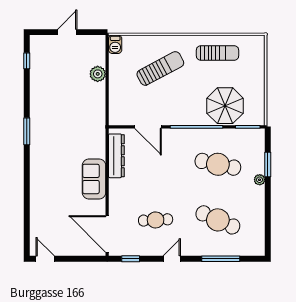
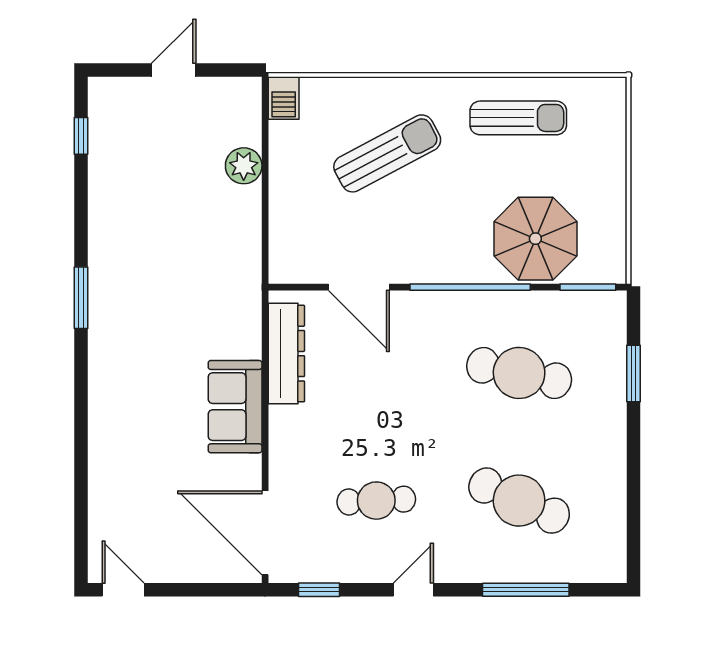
plant: (260, 180) -> (615, 408), removed

